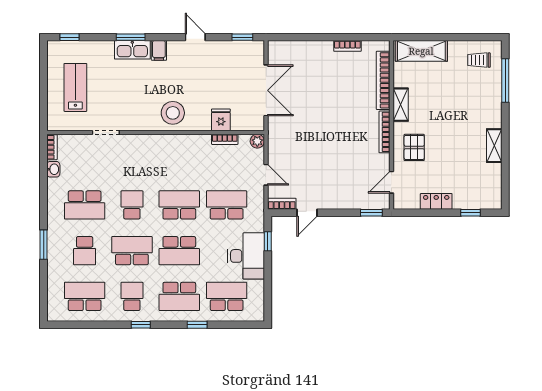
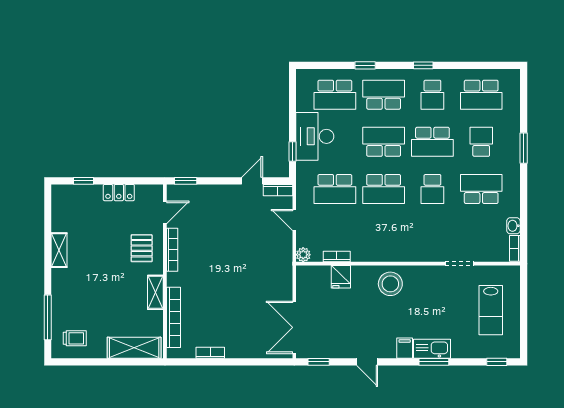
double door: (266, 90) -> (294, 327), moved
bookcase: (384, 132) -> (172, 250), moved

